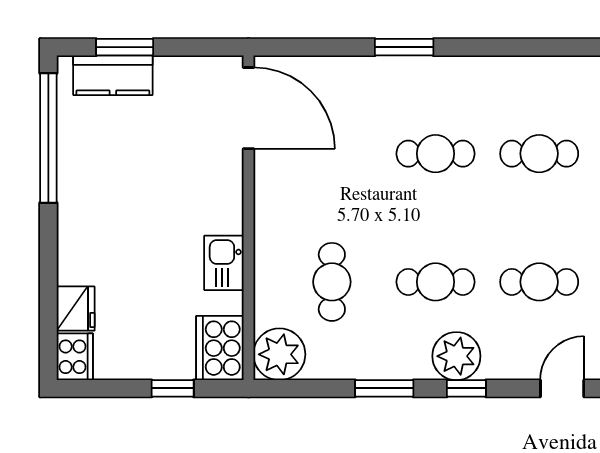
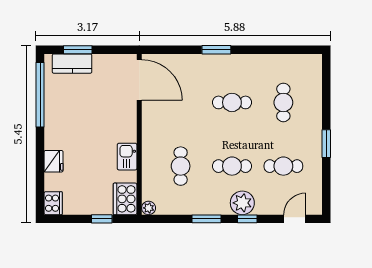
cafe table: (539, 154) -> (283, 102), turned 90
fridge: (76, 309) -> (54, 161), moved
plant: (279, 354) -> (149, 208), width x0.53, depth x0.53

